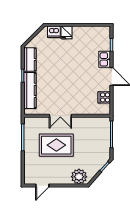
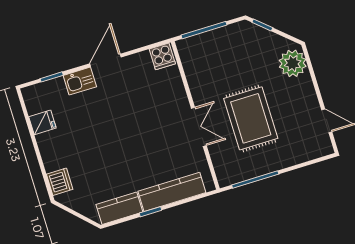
fridge: (66, 32) -> (42, 122), moved
cooker: (104, 97) -> (162, 56), moved

